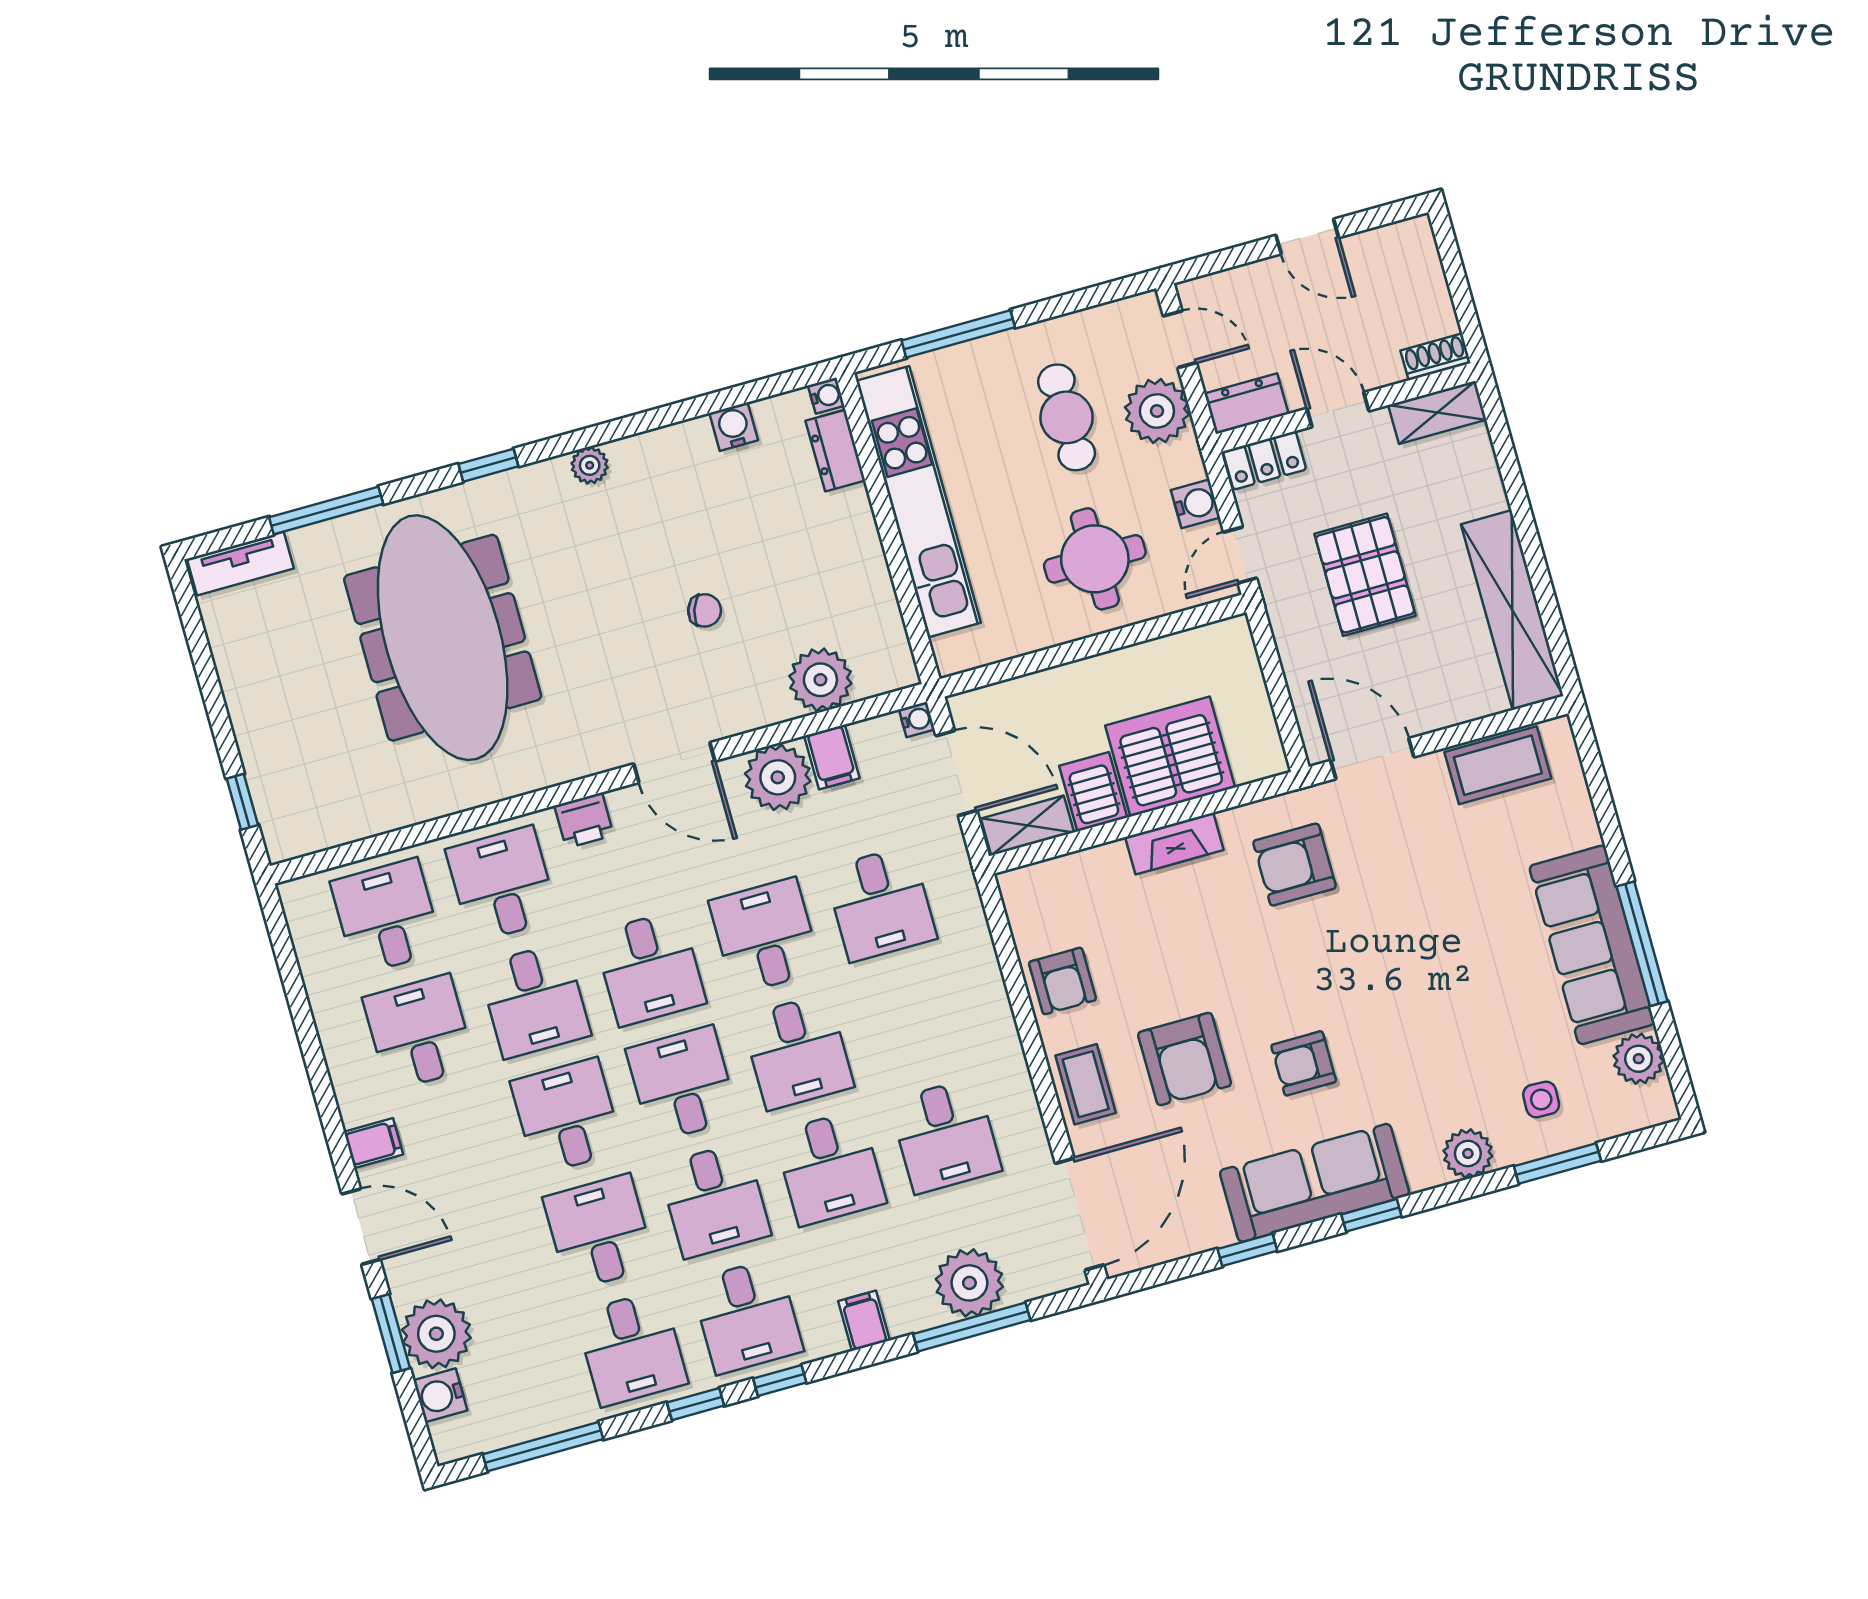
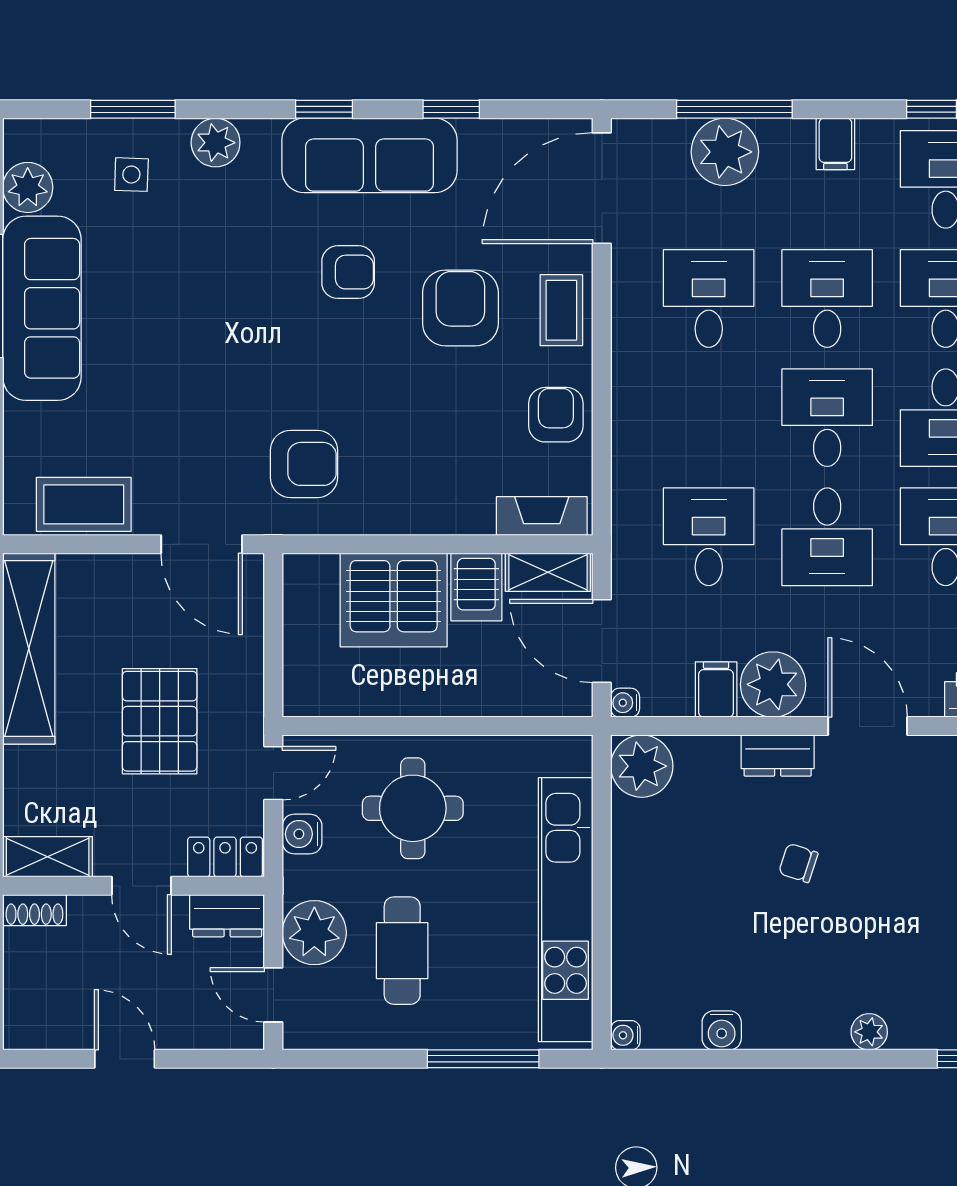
dresser: (835, 451) -> (778, 755), moved, turned 90
plant: (820, 680) -> (642, 766), moved
fireplace: (1174, 844) -> (542, 516), moved

